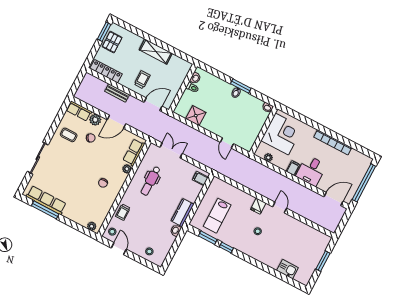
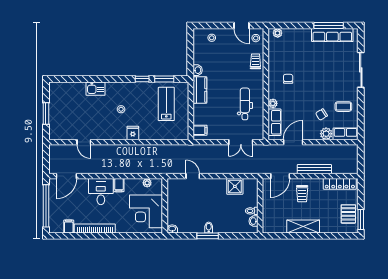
bench: (117, 93) -> (314, 169), width x1.36
door: (116, 122) -> (293, 142), moved
filing cabinet: (354, 156) -> (69, 226), added
door: (280, 207) -> (84, 142), moved
kitchen sink: (287, 269) -> (96, 89), moved

